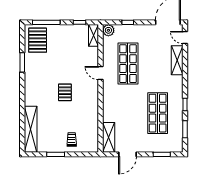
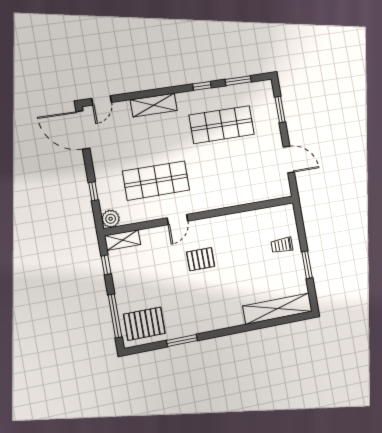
shelving: (177, 60) -> (154, 105), moved
pallet: (65, 92) -> (201, 259), moved
shelving: (109, 137) -> (269, 191), removed

